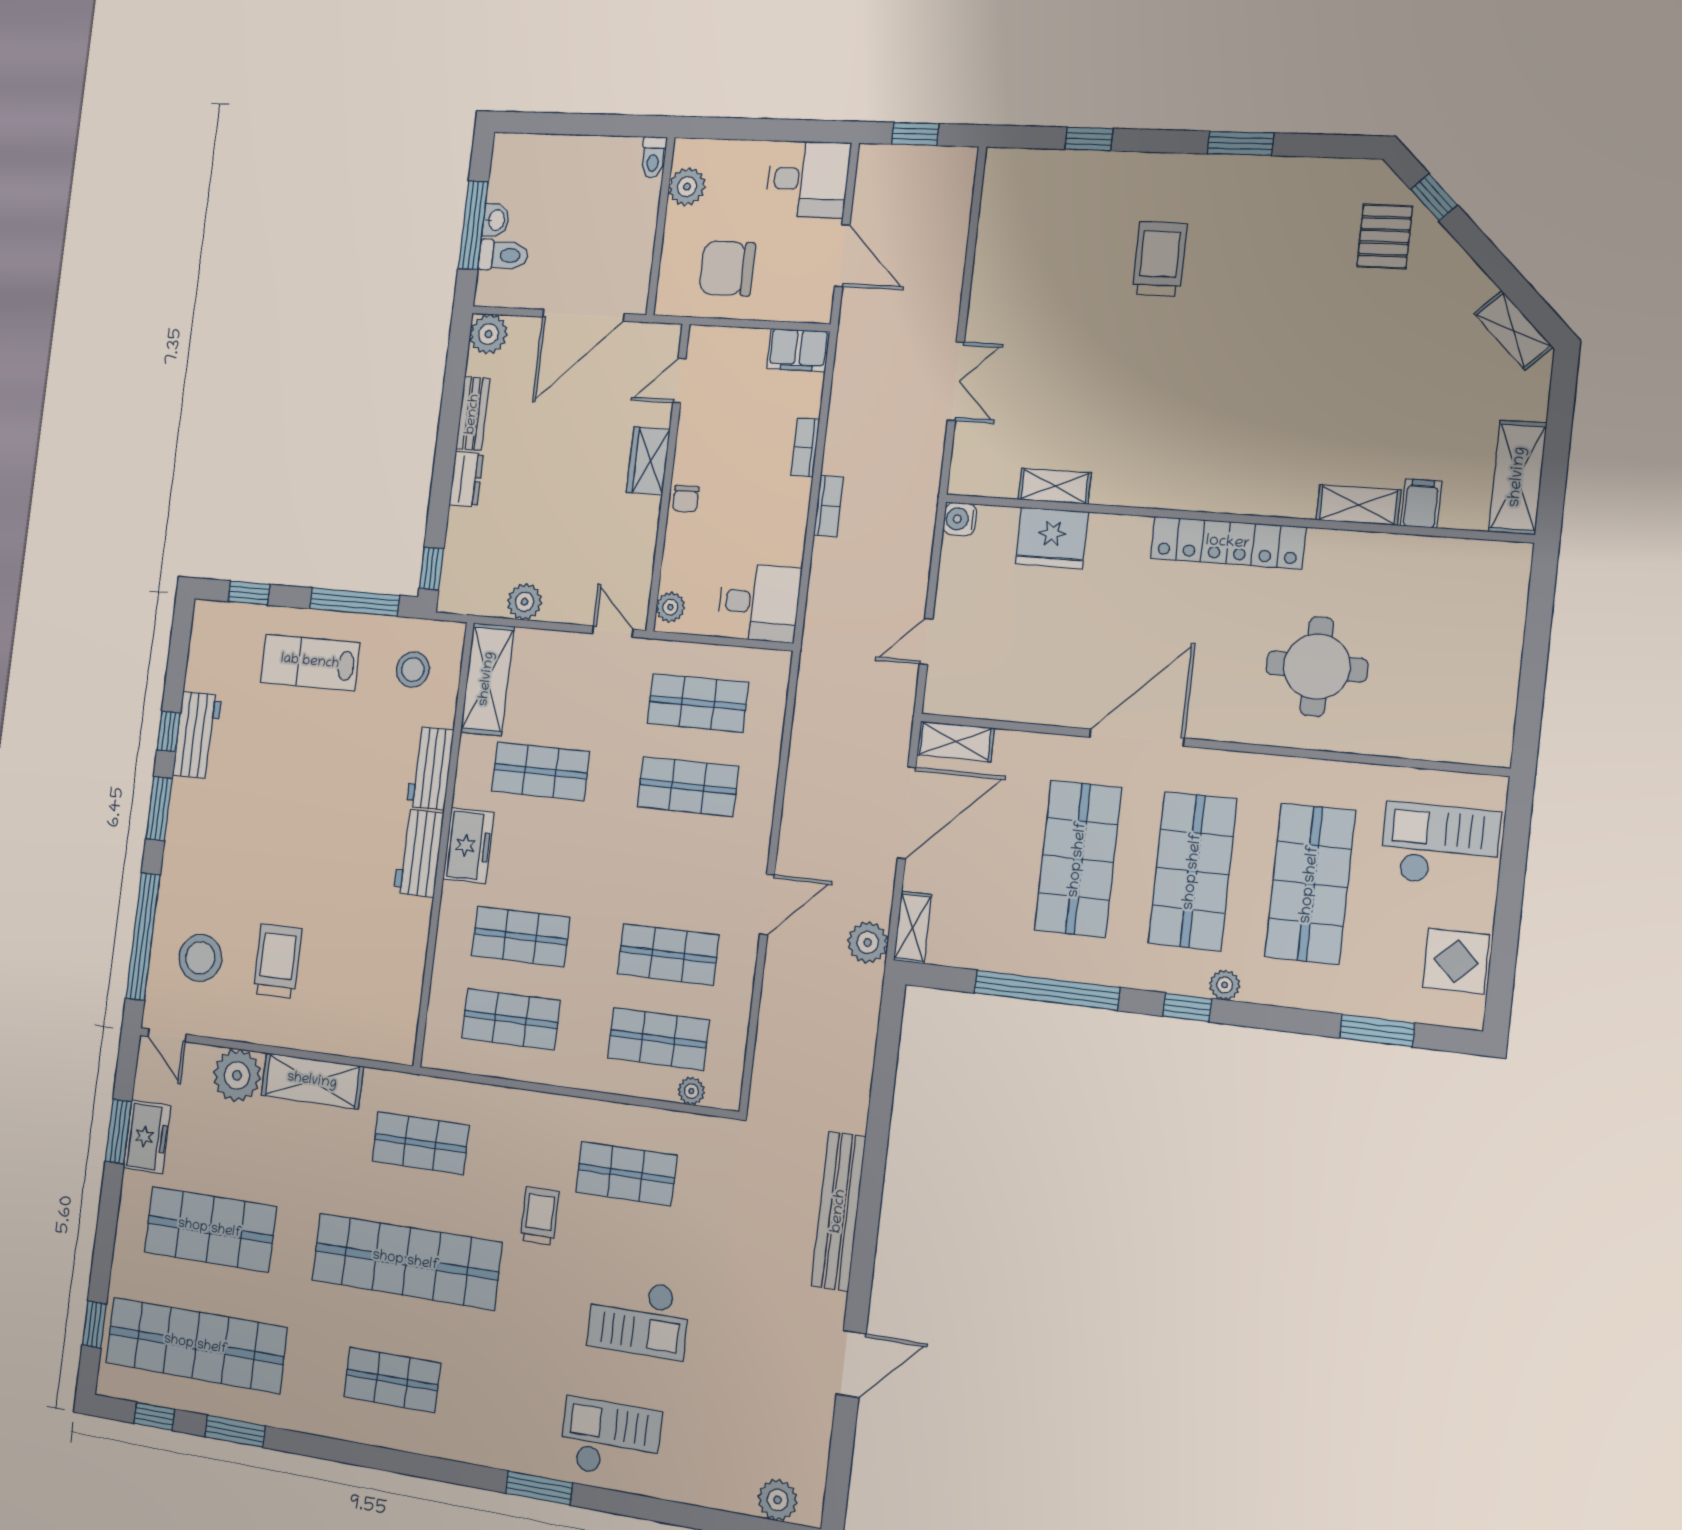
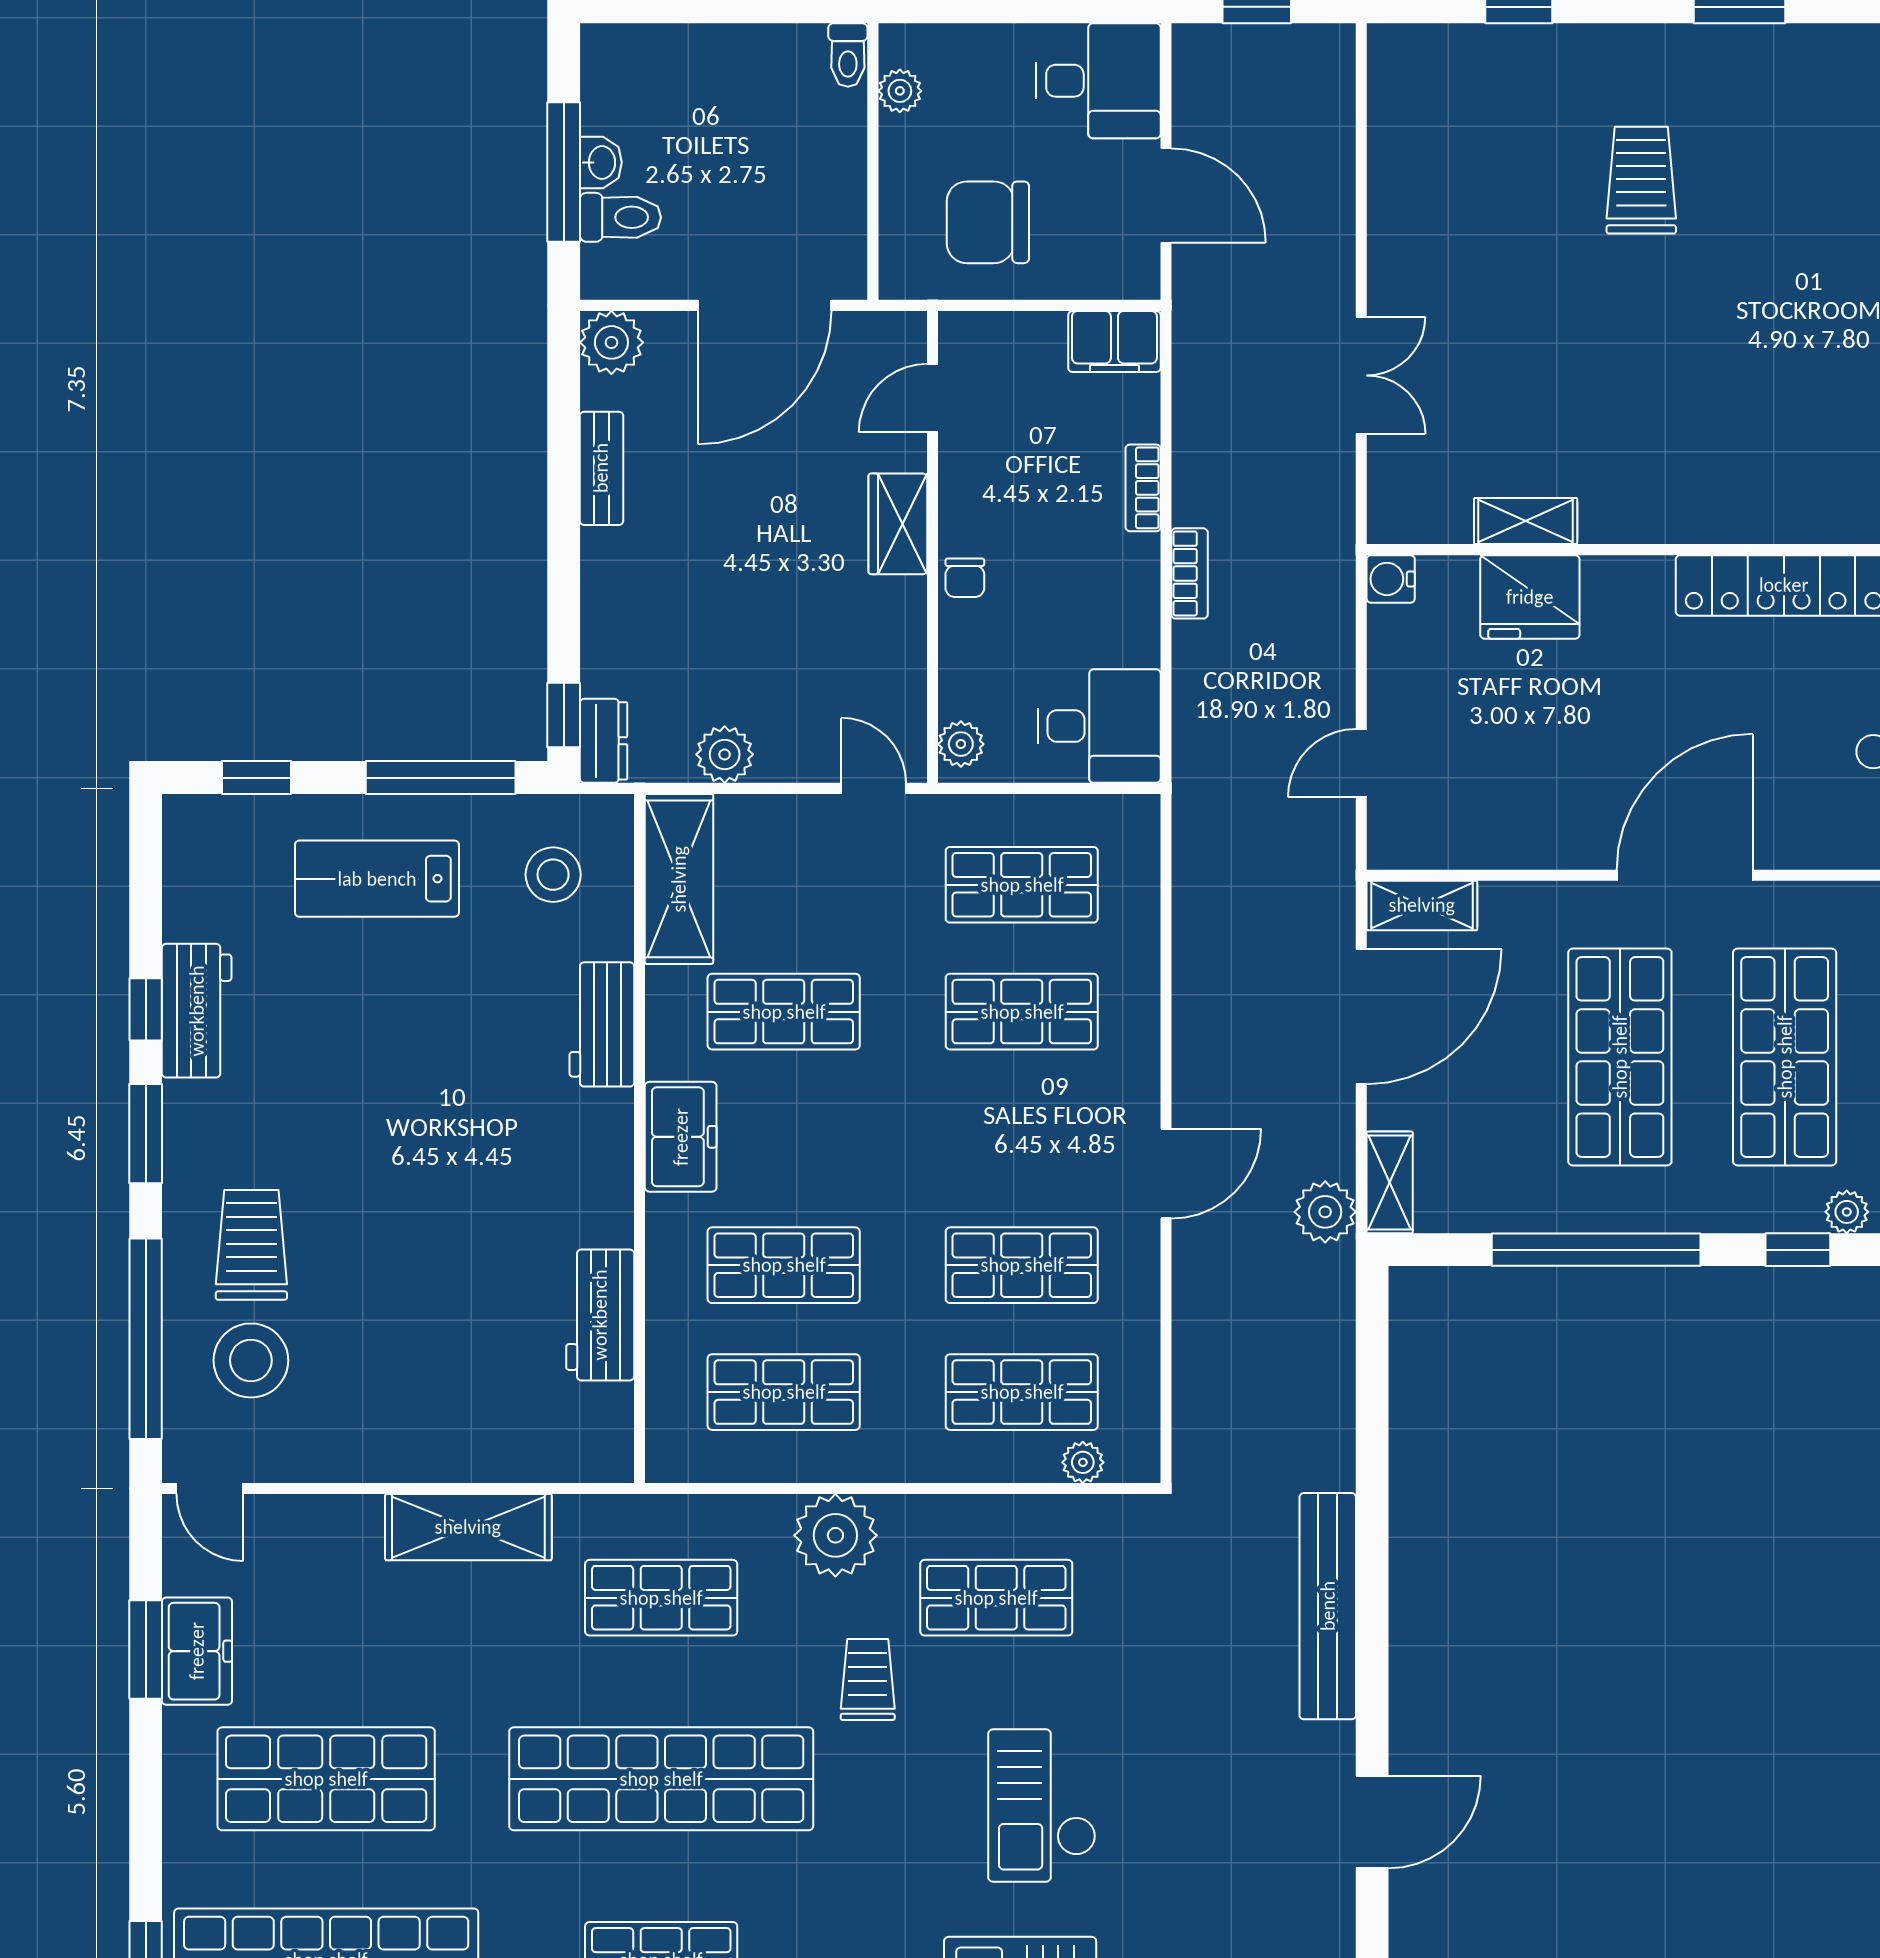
plant: (687, 187) -> (900, 91), width x0.73, depth x0.73
dresser: (466, 479) -> (604, 741), moved
workbench: (419, 853) -> (600, 1315), moved
trolley: (277, 961) -> (251, 1245), moved
plant: (237, 1075) -> (835, 1535), moved
checkout: (639, 1317) -> (1042, 1805), turned 90

